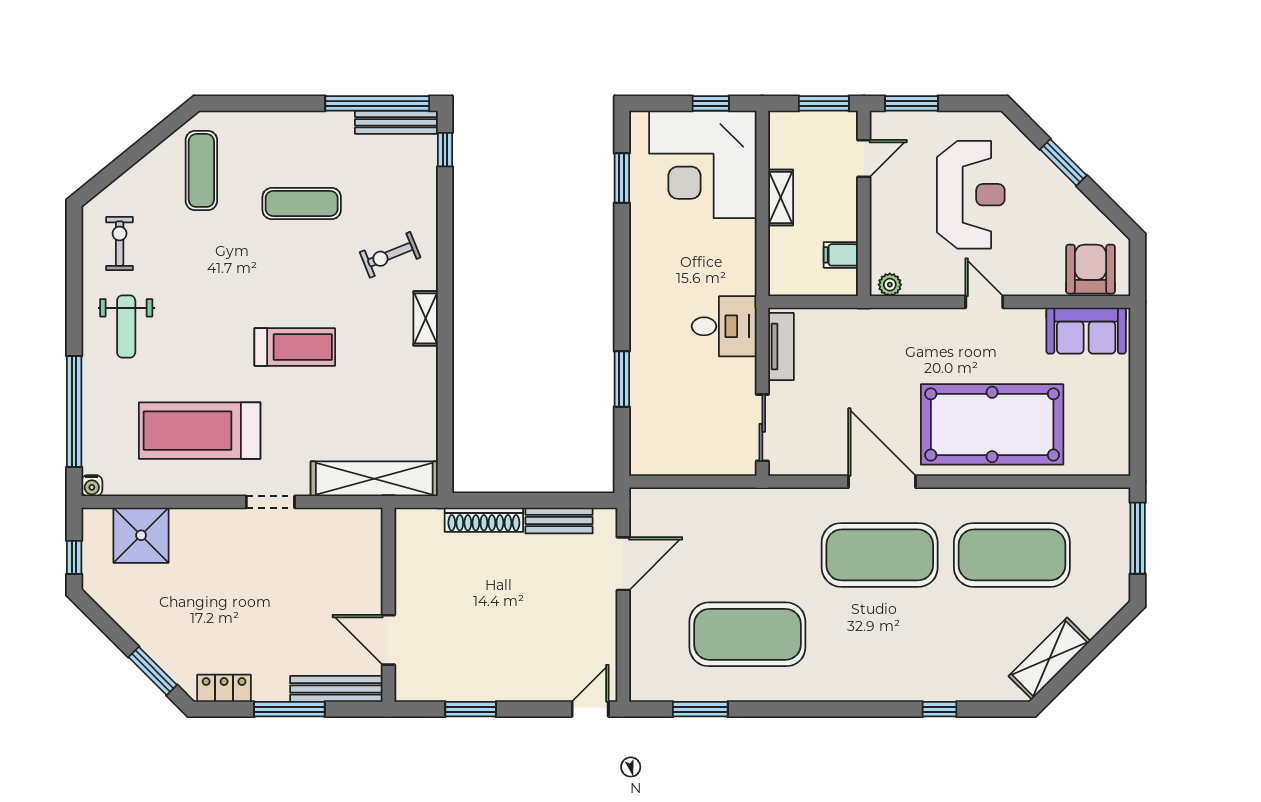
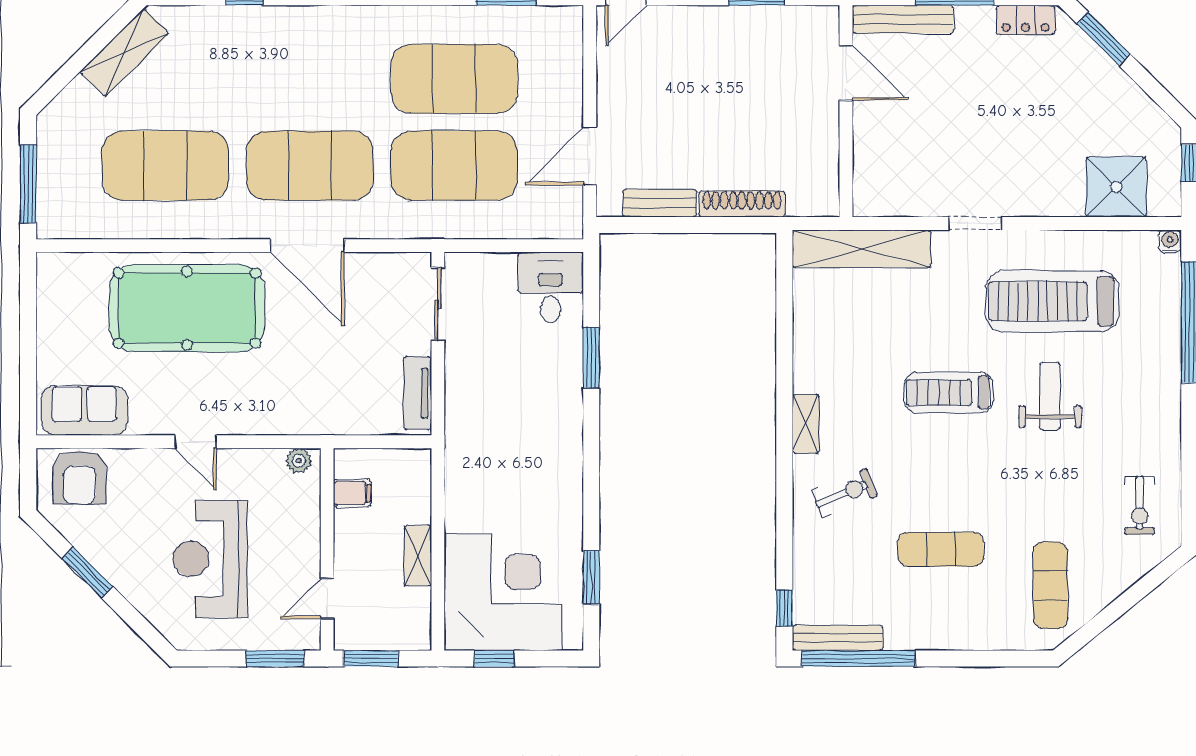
window: (1063, 162) -> (87, 572), moved
weight bench: (126, 326) -> (1050, 396), moved
desk: (724, 326) -> (551, 287), moved, turned 90
treadmill: (200, 431) -> (1052, 301), turned 180
exercise mat: (747, 555) -> (454, 166), added

